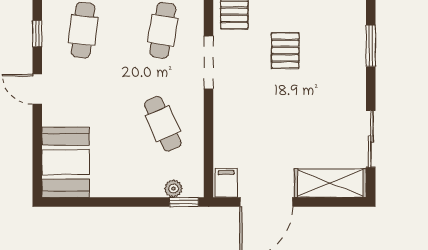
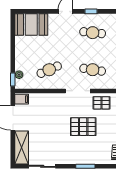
pallet: (285, 51) -> (83, 127), width x1.50, depth x1.42

